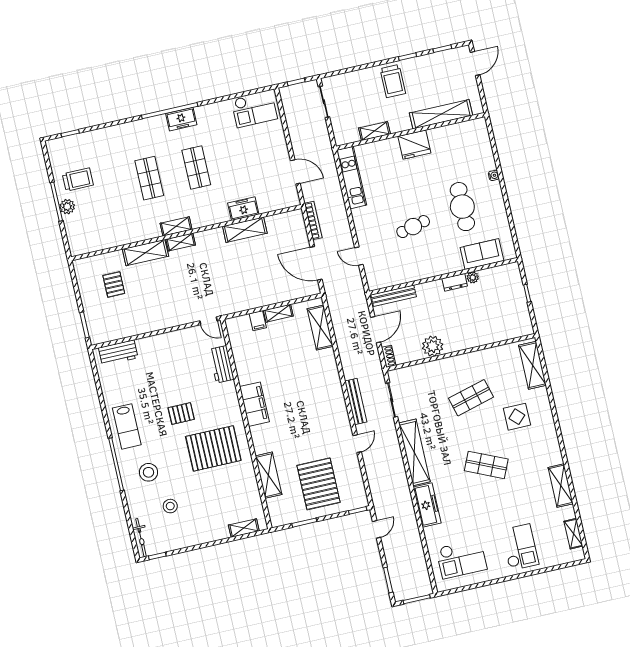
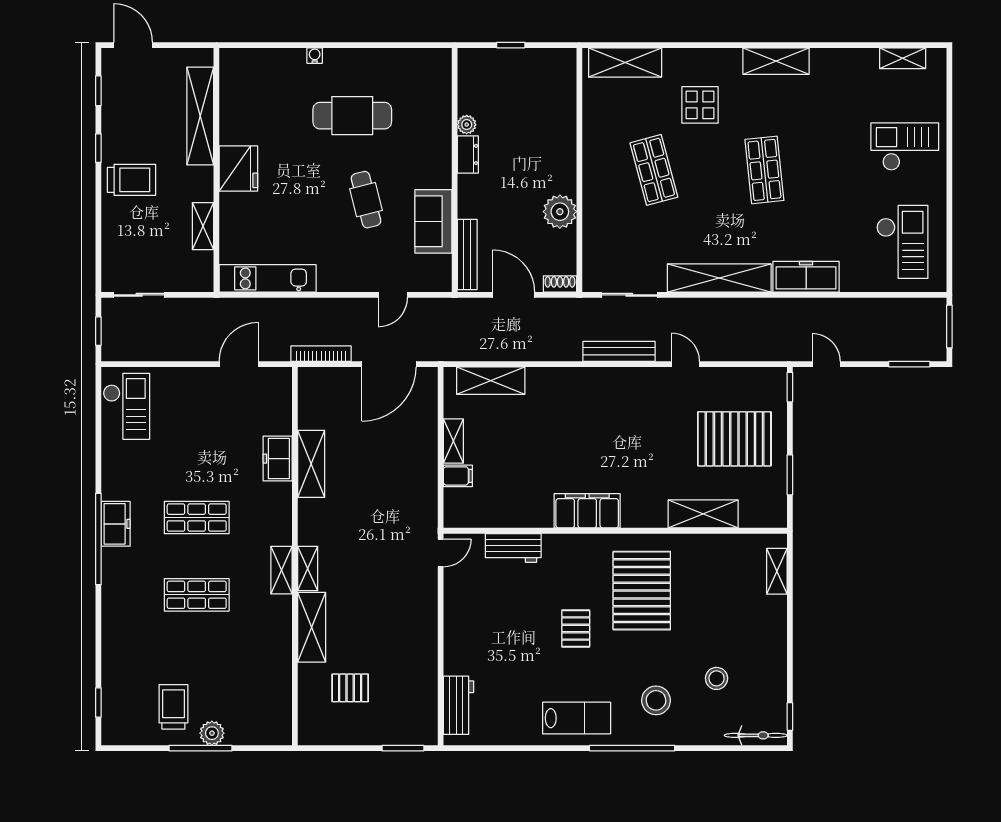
sofa: (482, 254) -> (433, 221), moved
shop shelf: (486, 465) -> (764, 170), turned -30
shelving: (561, 486) -> (776, 61), moved

